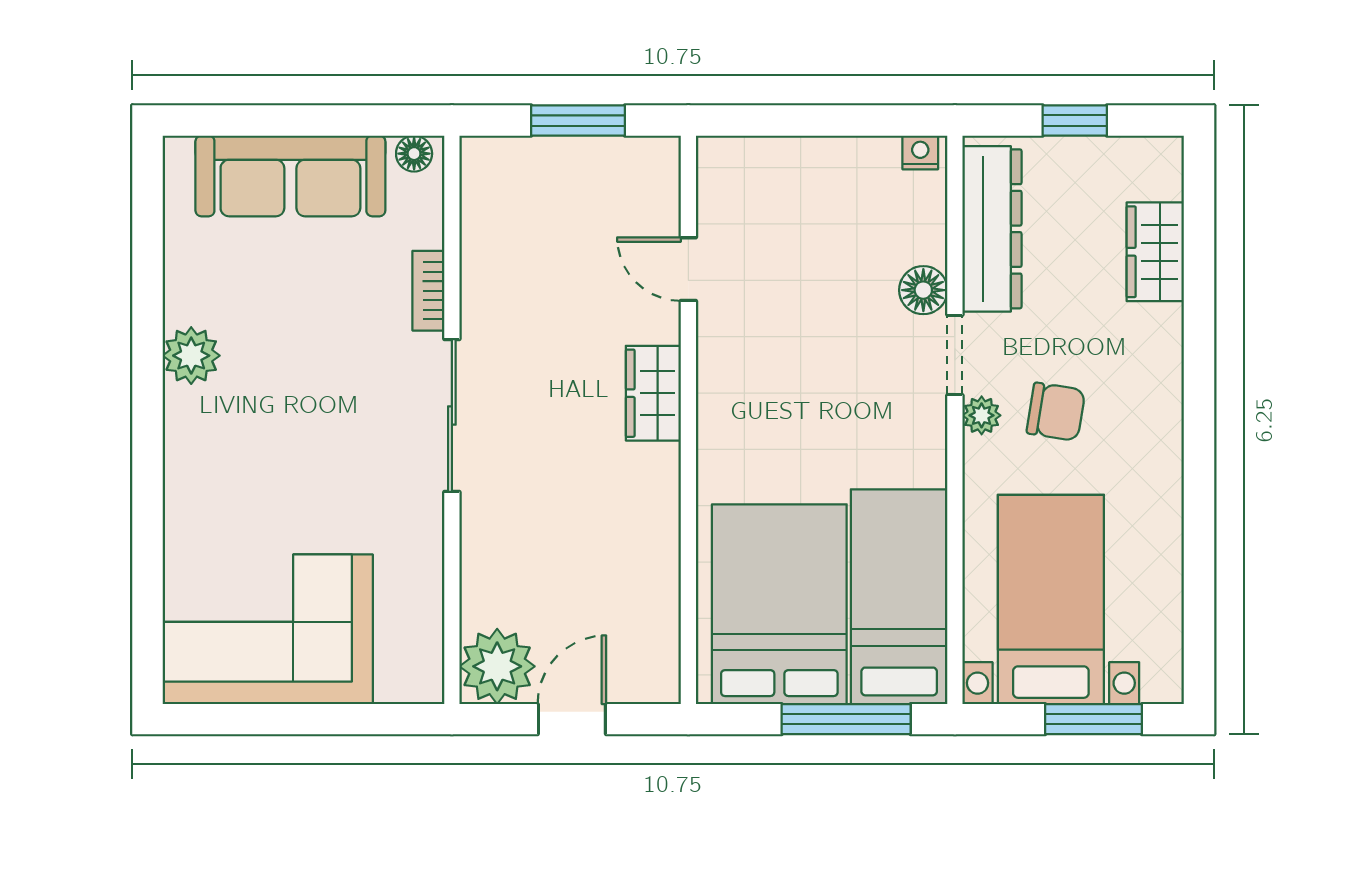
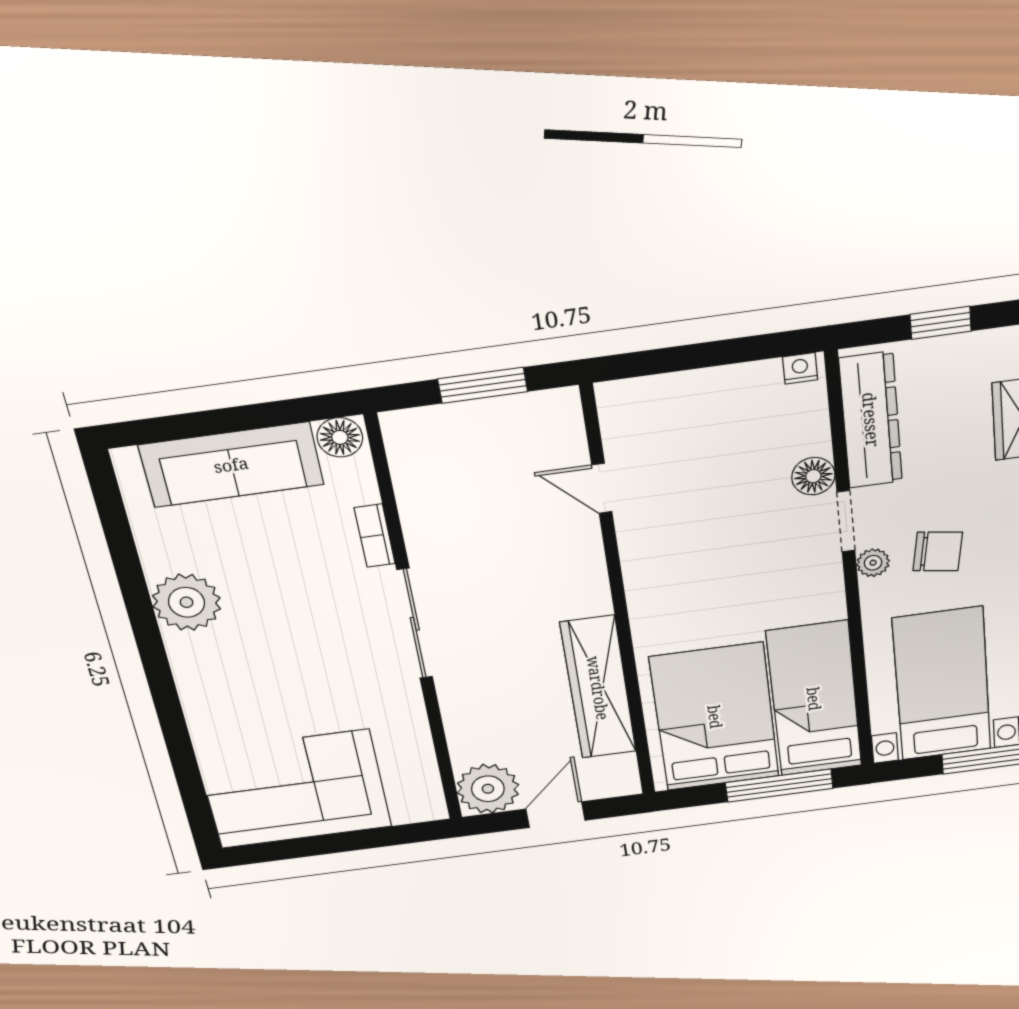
floor lamp: (414, 154) -> (340, 437), width x1.37, depth x1.37
plant: (191, 356) -> (186, 602), width x1.36, depth x1.36
wardrobe: (653, 393) -> (598, 688), moved, width x2.10, depth x1.17

